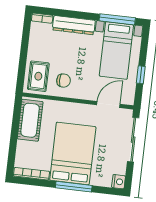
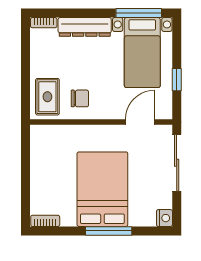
cot: (30, 120) -> (44, 154), removed
bookcase: (32, 174) -> (45, 221), width x0.64

